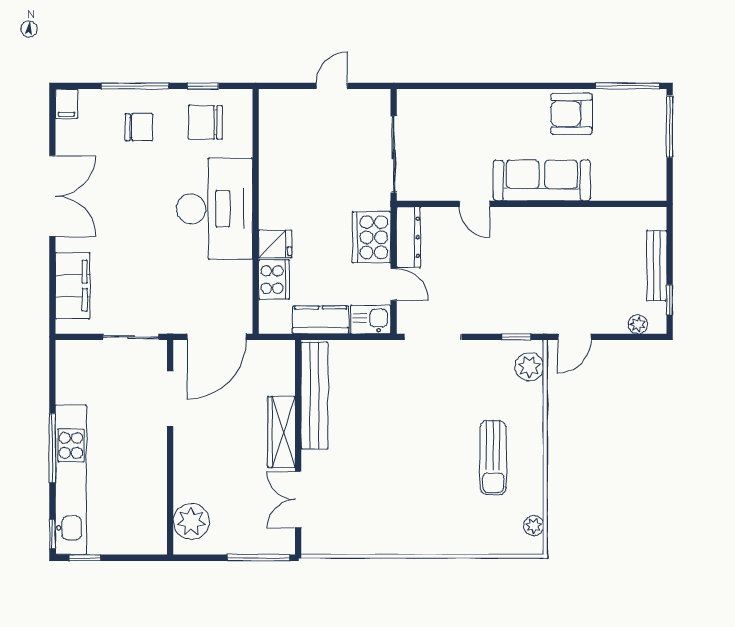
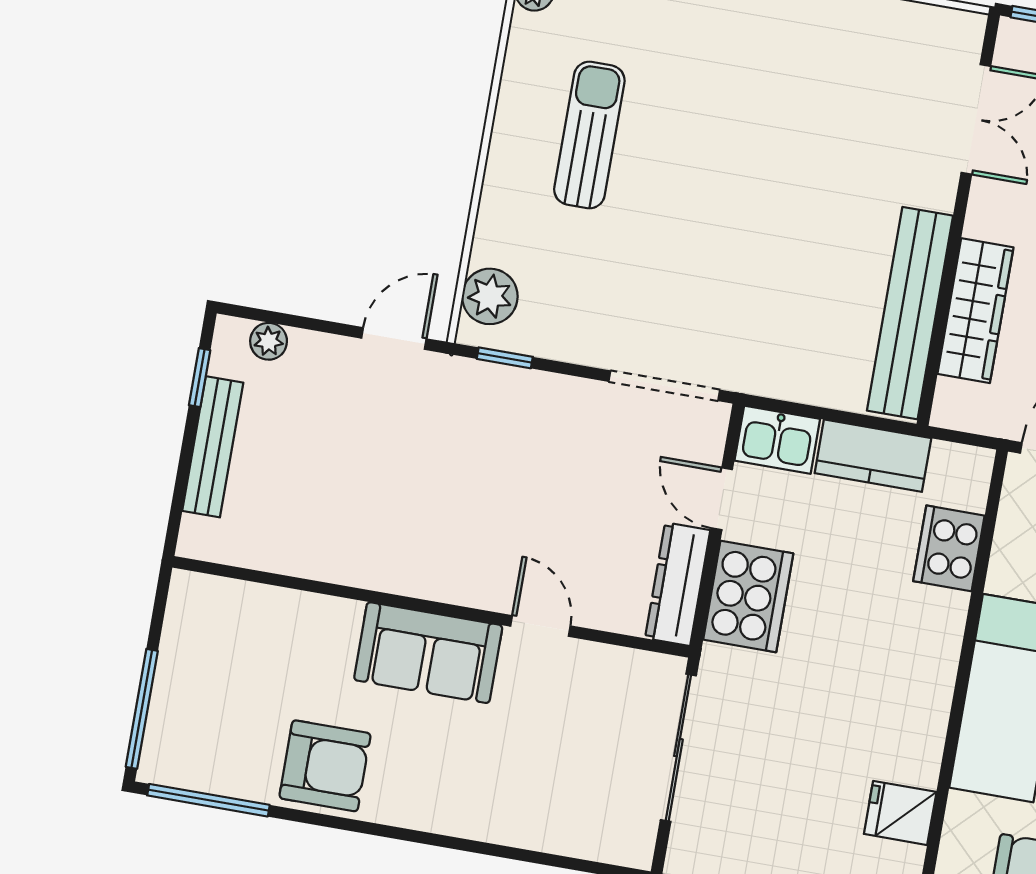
sofa: (542, 180) -> (428, 653), width x0.73
fridge: (275, 244) -> (900, 813), moved
wardrobe: (281, 432) -> (975, 311), moved

